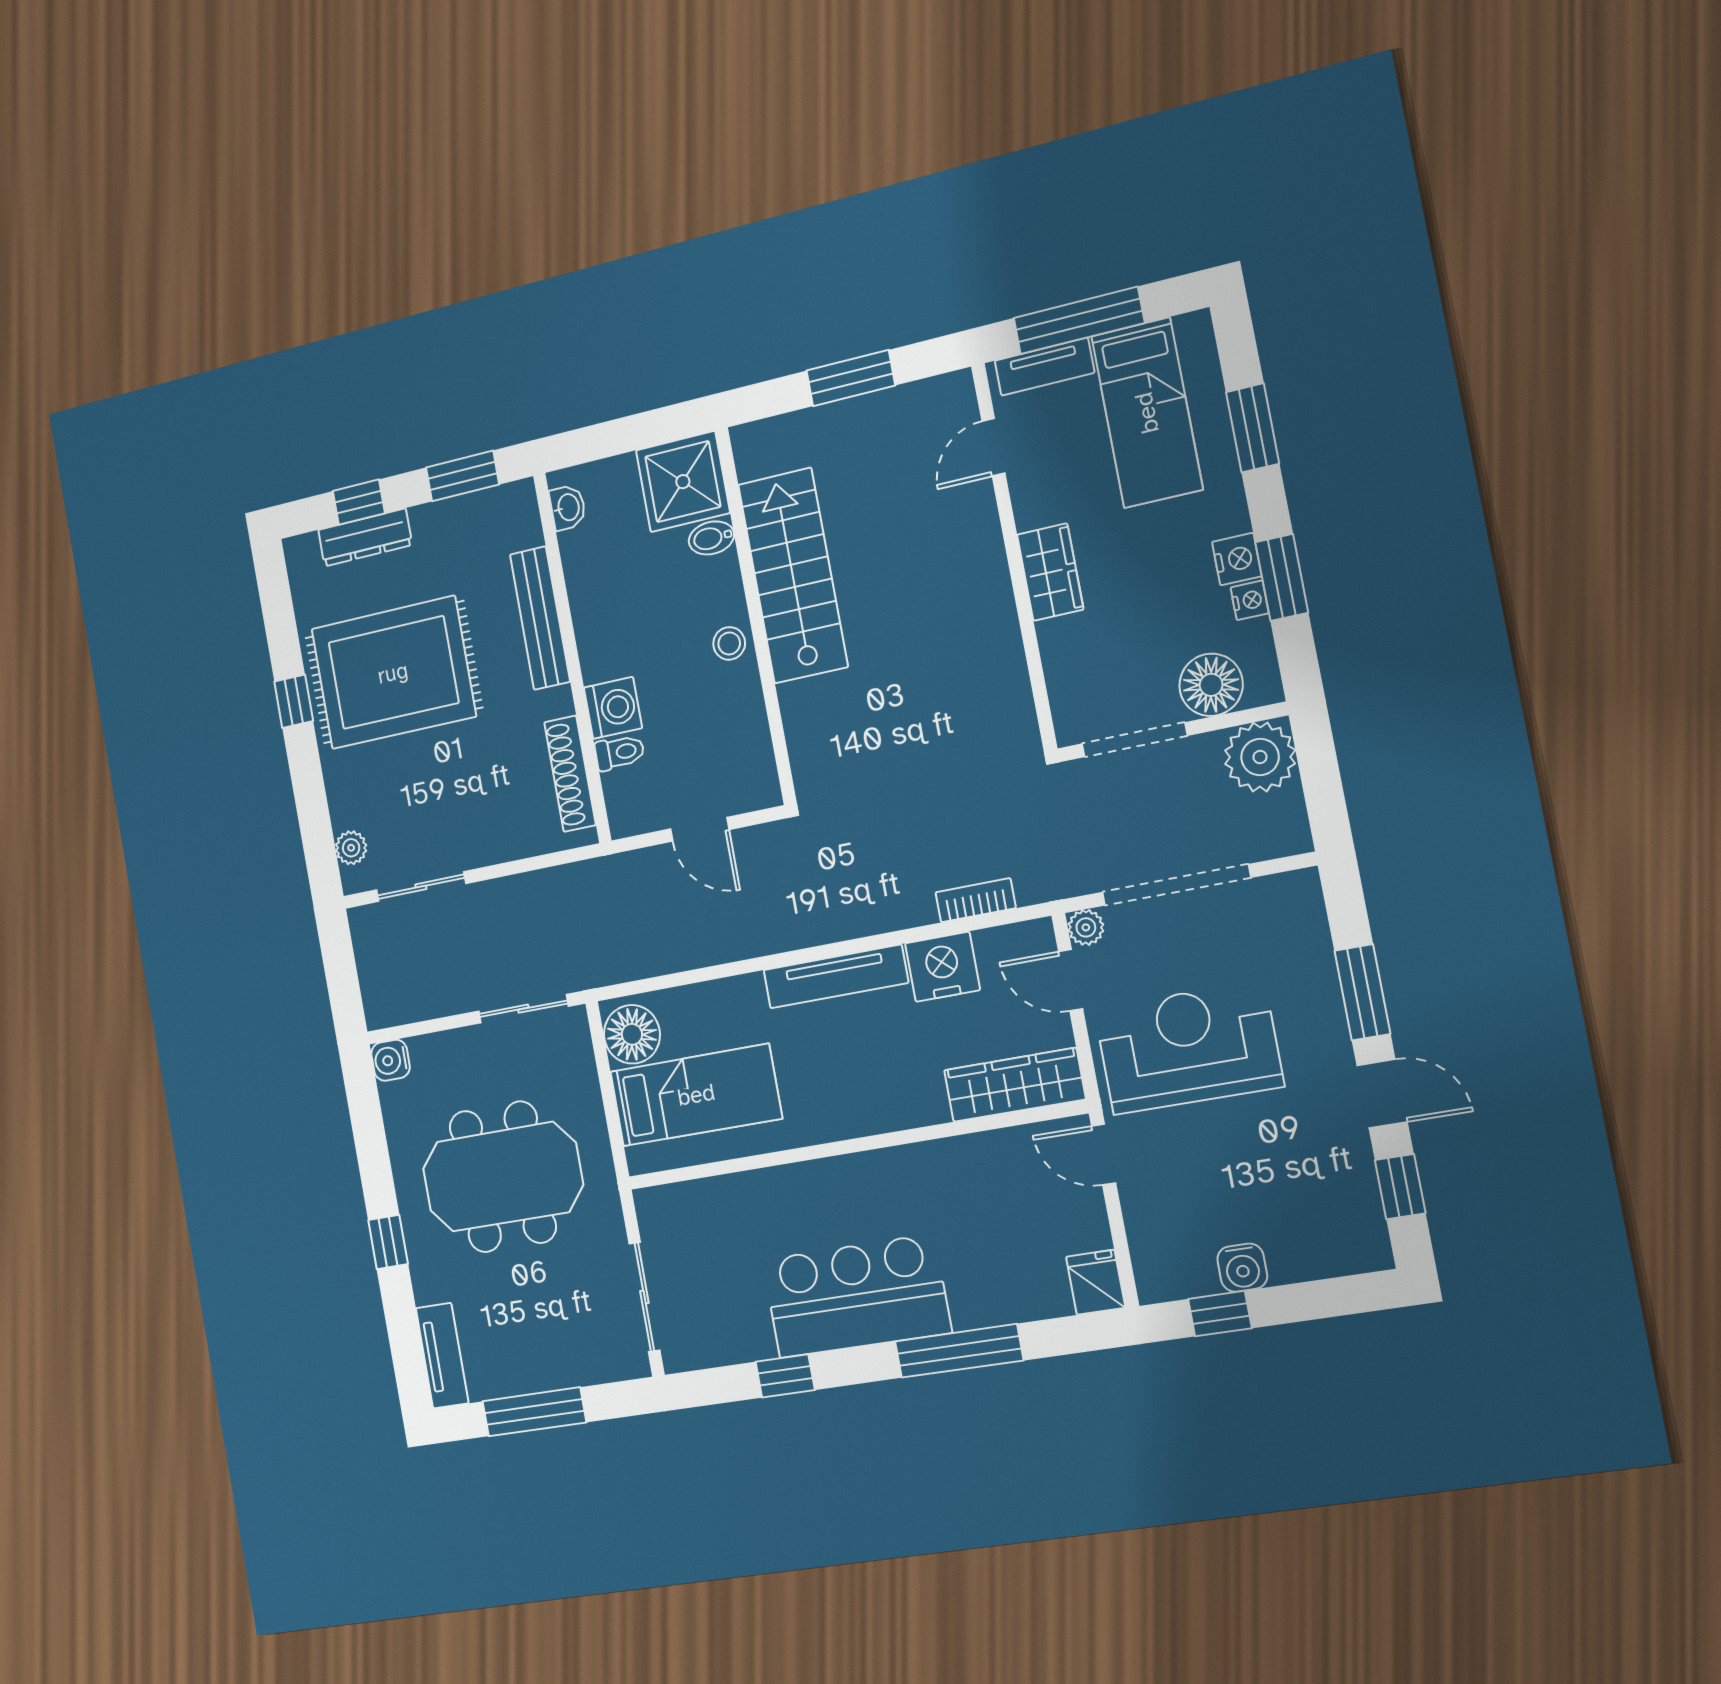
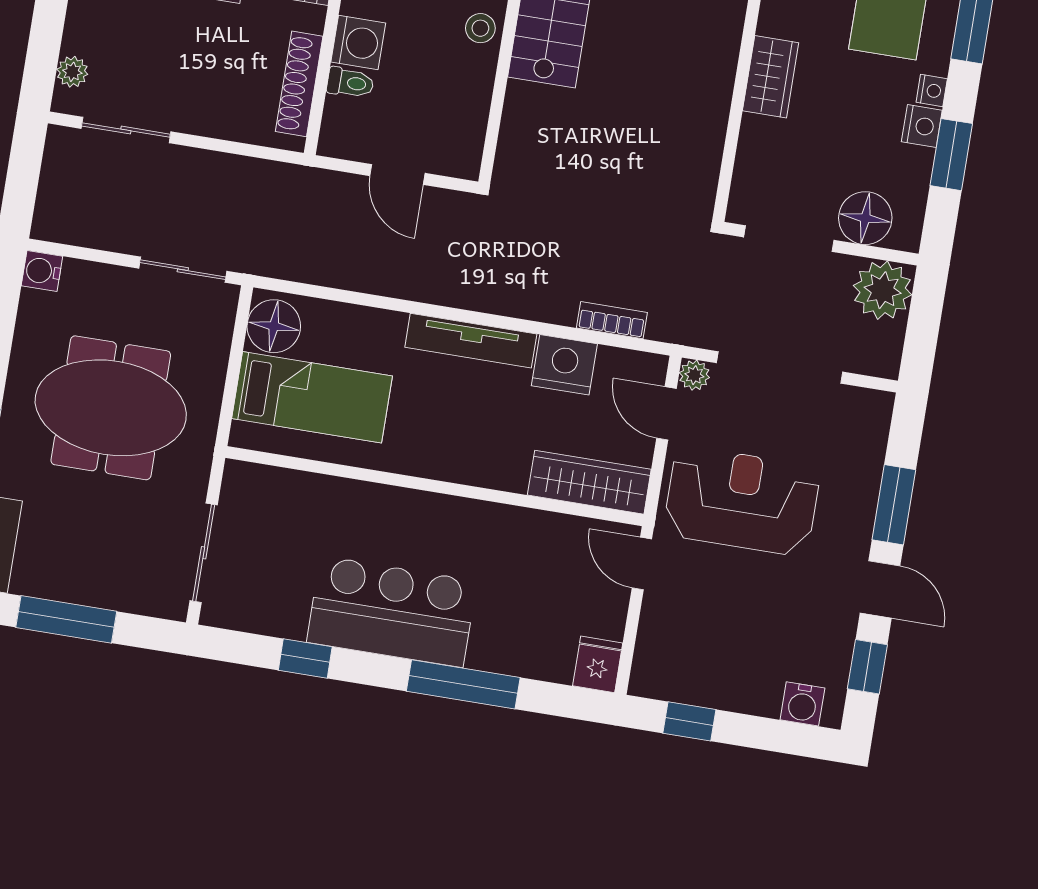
nightstand: (1250, 600) -> (932, 90), moved
water cooler: (1242, 1268) -> (802, 704), moved

